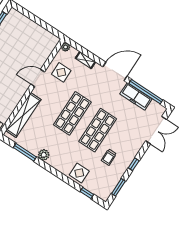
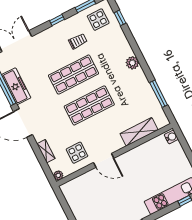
shelving: (23, 115) -> (139, 132), width x0.68
plant: (44, 155) -> (132, 63), moved
display table: (79, 173) -> (98, 20), moved

